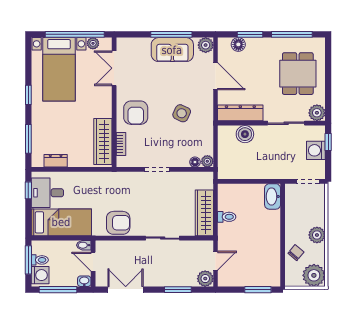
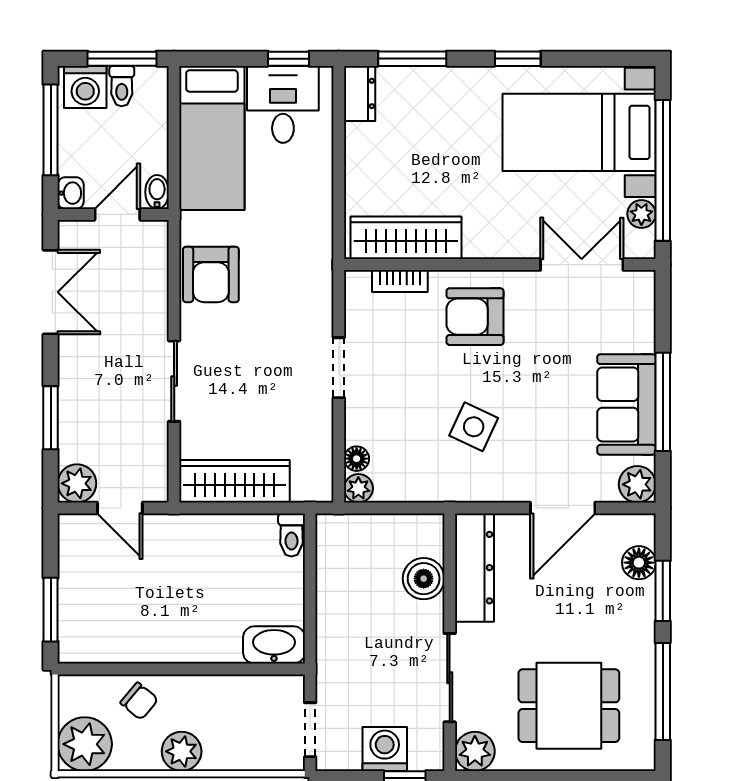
dresser: (56, 161) -> (360, 93), moved
toilet: (227, 217) -> (291, 535), moved

